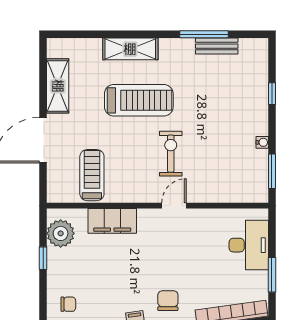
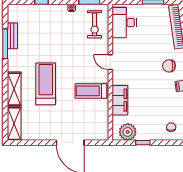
shelving: (58, 86) -> (14, 124), moved, turned 90
exercise bike: (171, 154) -> (95, 24), moved, turned -90
treadmill: (92, 175) -> (91, 91), moved
desk: (249, 245) -> (124, 23), moved, turned -90

